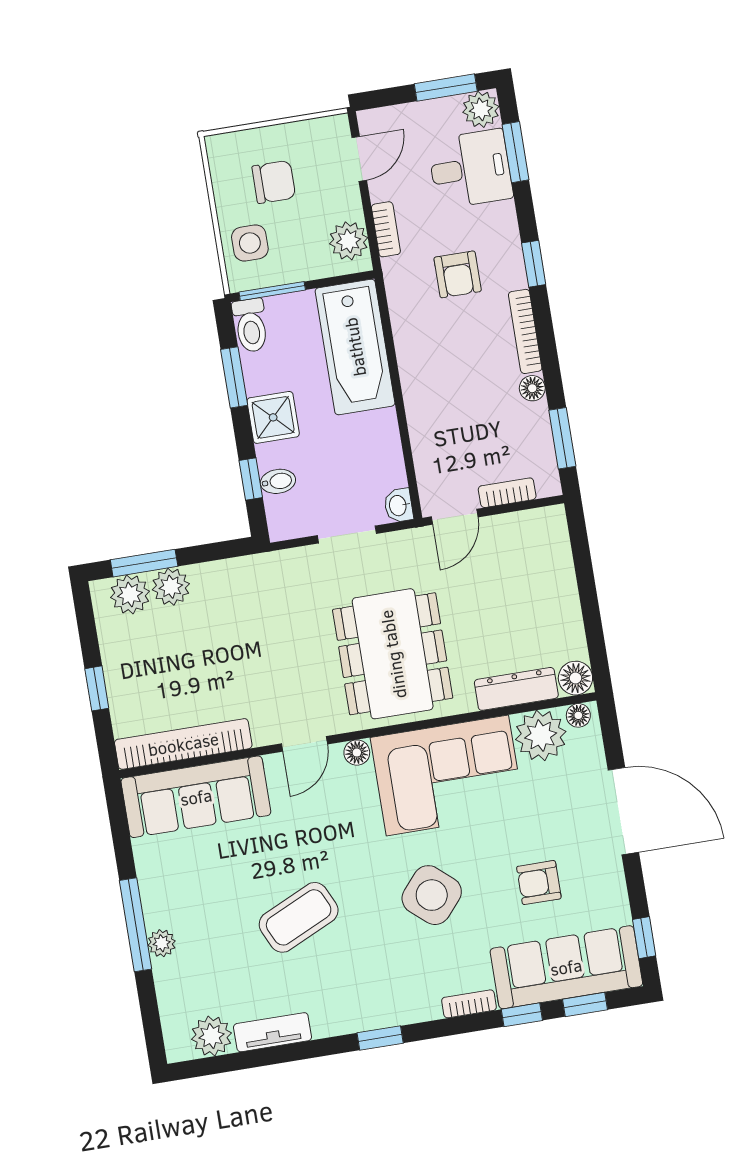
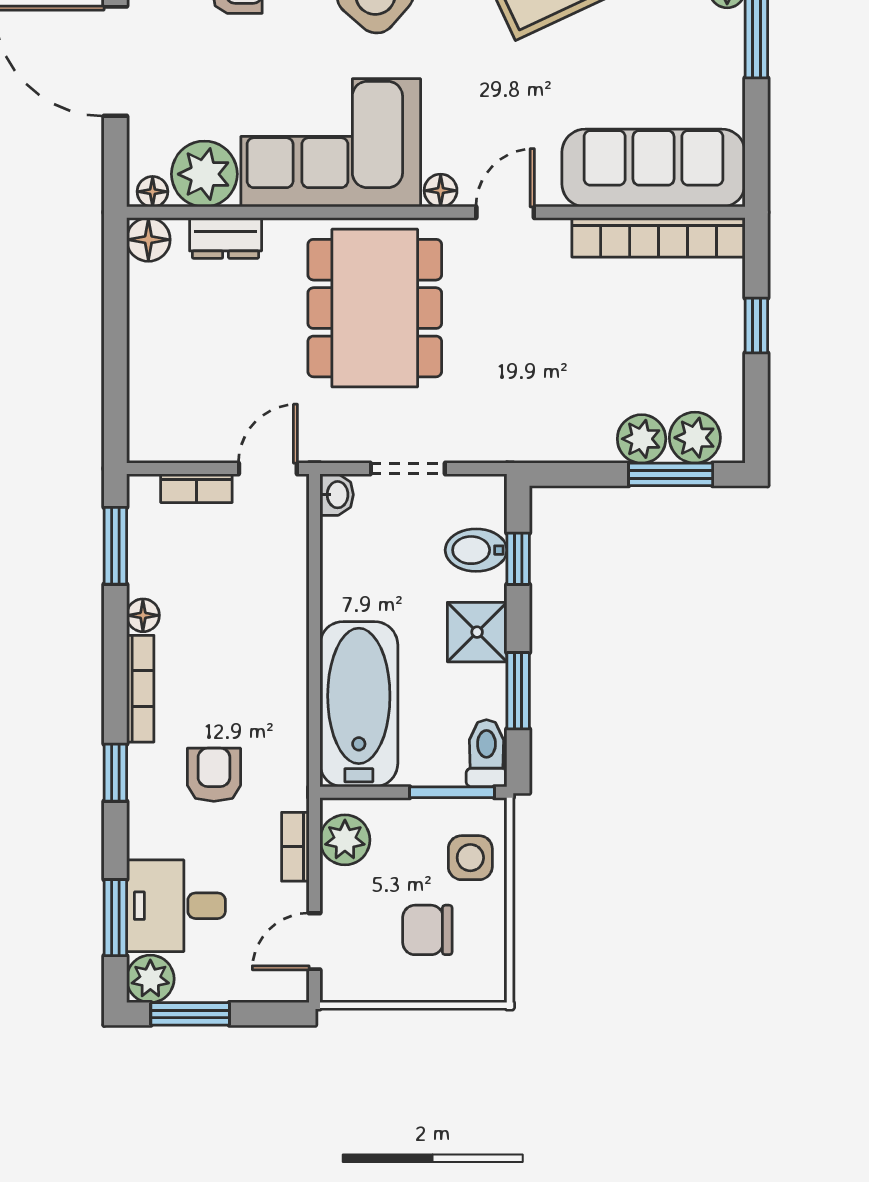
bidet: (278, 481) -> (476, 550), width x1.38, depth x1.36
dresser: (516, 689) -> (226, 238), width x0.70

